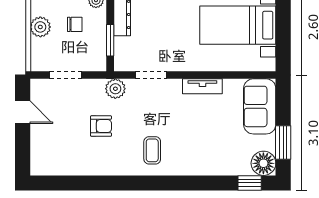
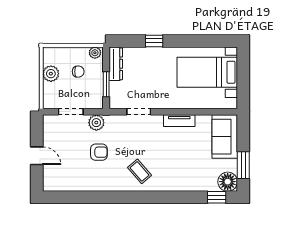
plant: (115, 89) -> (96, 123), moved
door: (23, 112) -> (37, 156), moved
coffee table: (152, 150) -> (140, 171), turned -41

